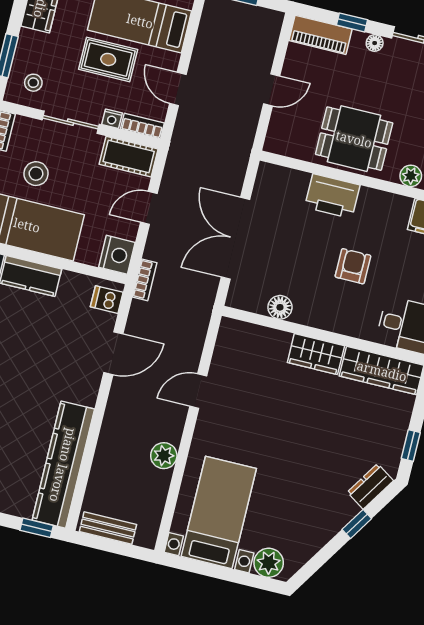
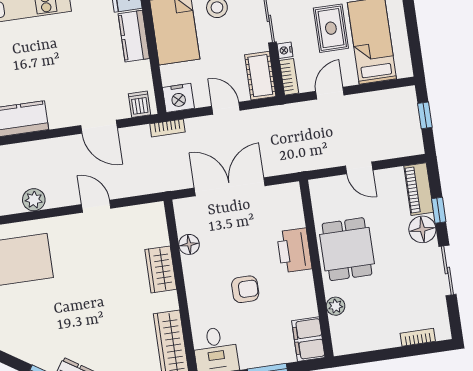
floor lamp: (375, 43) -> (422, 229), width x1.89, depth x1.89
wardrobe: (316, 354) -> (161, 269), moved

